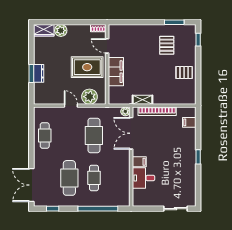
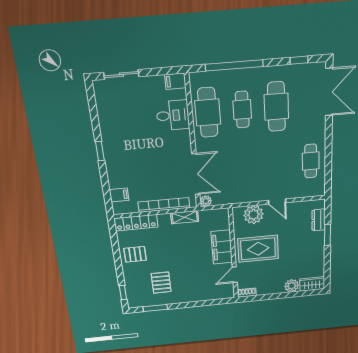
door: (107, 46) -> (235, 275), swing flipped
dresser: (39, 73) -> (319, 220), moved
locker: (180, 99) -> (136, 223), added
cafe table: (94, 135) -> (208, 112), moved
filing cabinet: (139, 162) -> (175, 81), moved

